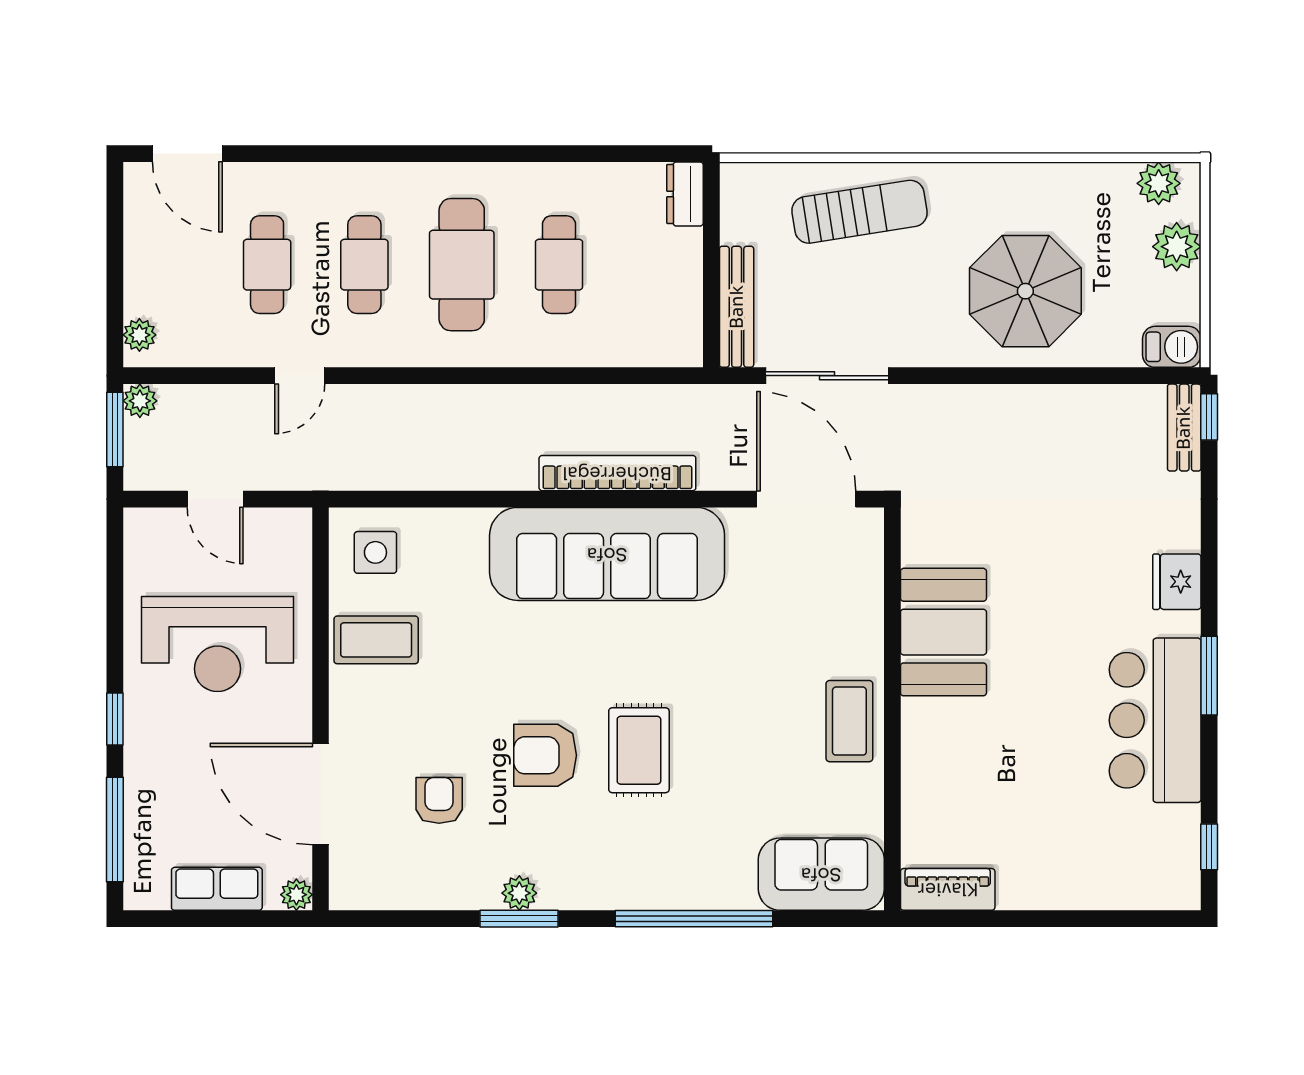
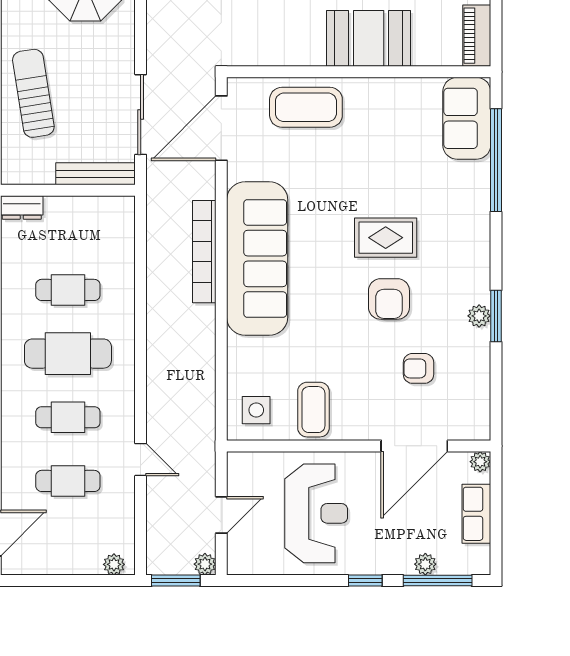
plant: (140, 401) -> (205, 564), moved
booth: (943, 632) -> (369, 38), moved
coffee table: (849, 721) -> (306, 107), moved, width x1.36, depth x1.32
plant: (140, 811) -> (425, 564), added
window: (694, 919) -> (496, 160), moved

